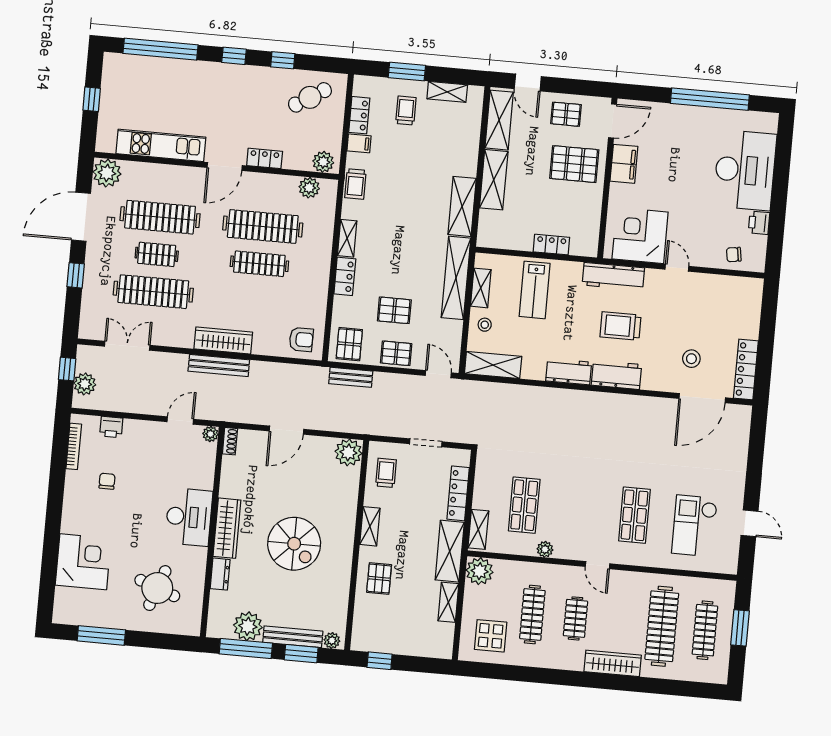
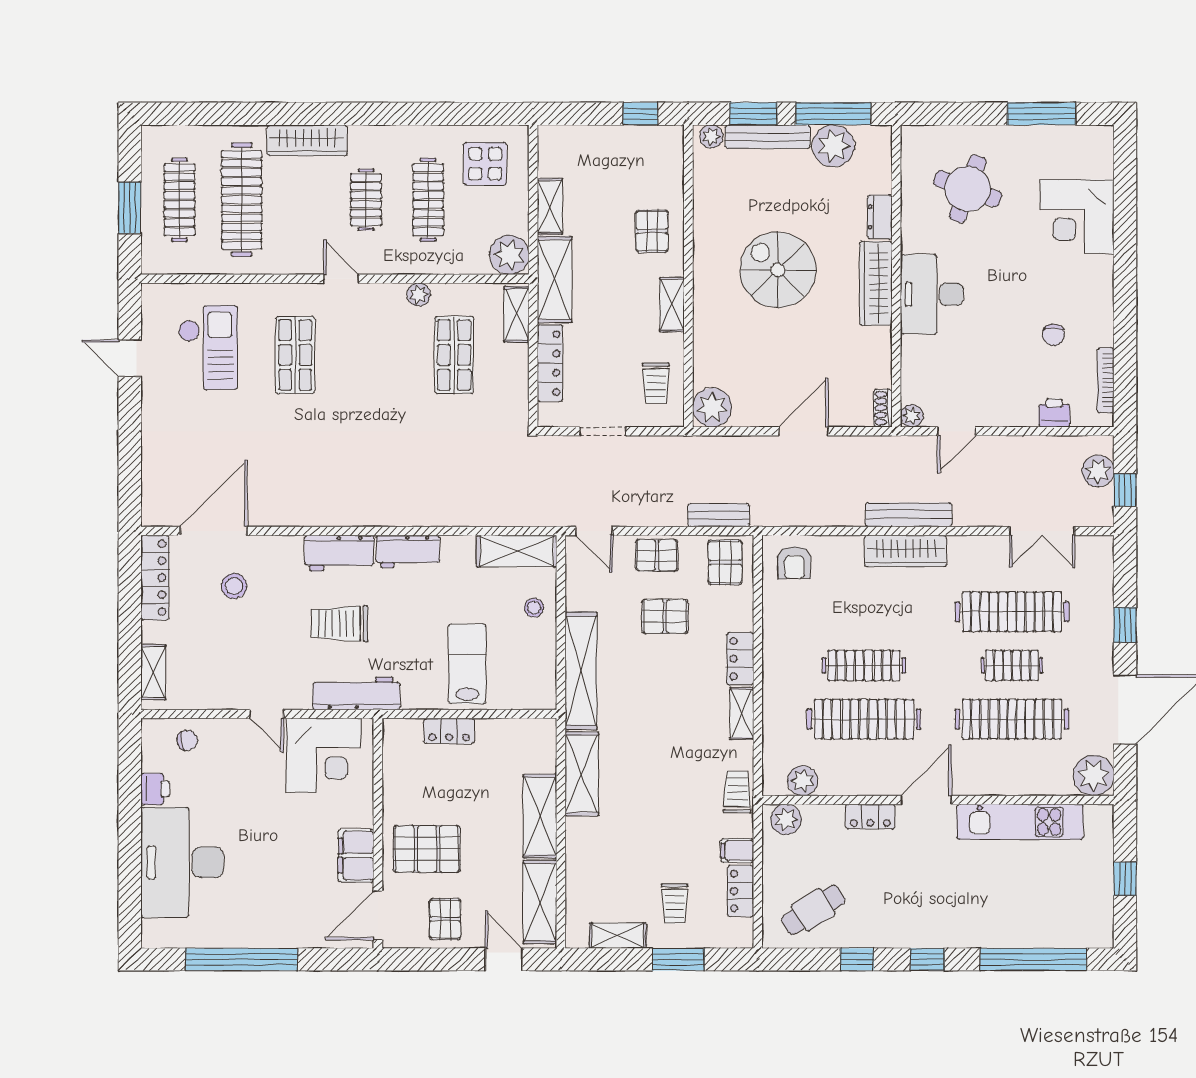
pallet: (566, 114) -> (445, 919), turned 90
shelving: (481, 288) -> (153, 672), moved
trolley: (620, 326) -> (340, 624), turned 180
armchair: (301, 339) -> (794, 563), turned -90

